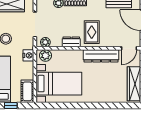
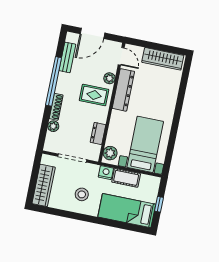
plant: (45, 42) -> (109, 78), moved
dresser: (71, 42) -> (98, 133), moved
cot: (27, 91) -> (126, 178), moved

